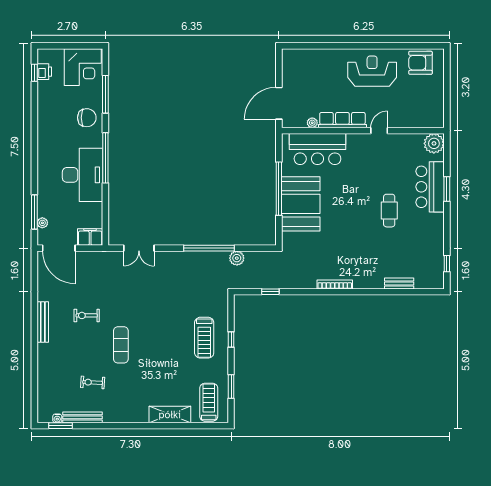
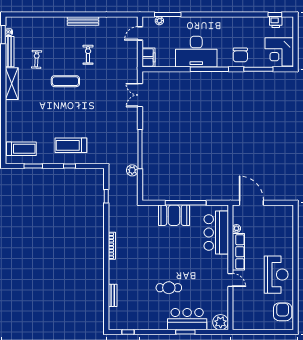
booth: (301, 204) -> (174, 215), width x0.73, depth x0.70
door: (59, 248) -> (140, 33), width x0.53
shelving: (170, 415) -> (12, 84), moved

